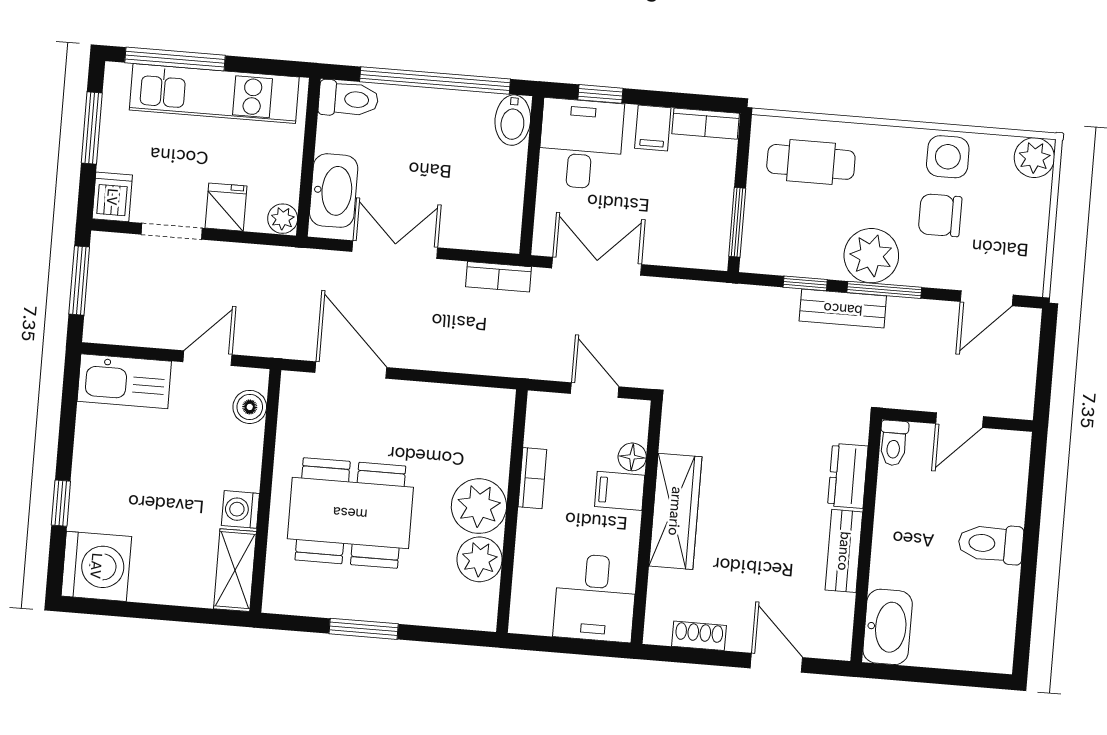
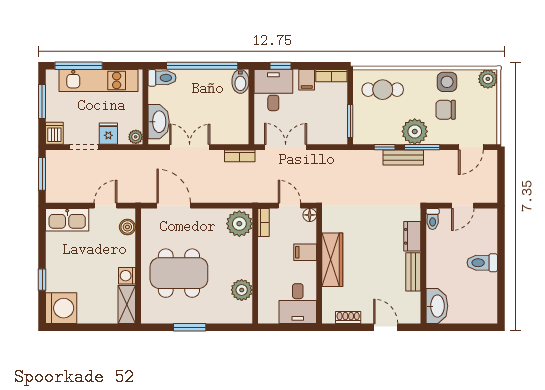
floor lamp: (632, 457) -> (310, 215), moved
bookcase: (532, 478) -> (263, 223), moved
plant: (479, 506) -> (239, 224), moved

